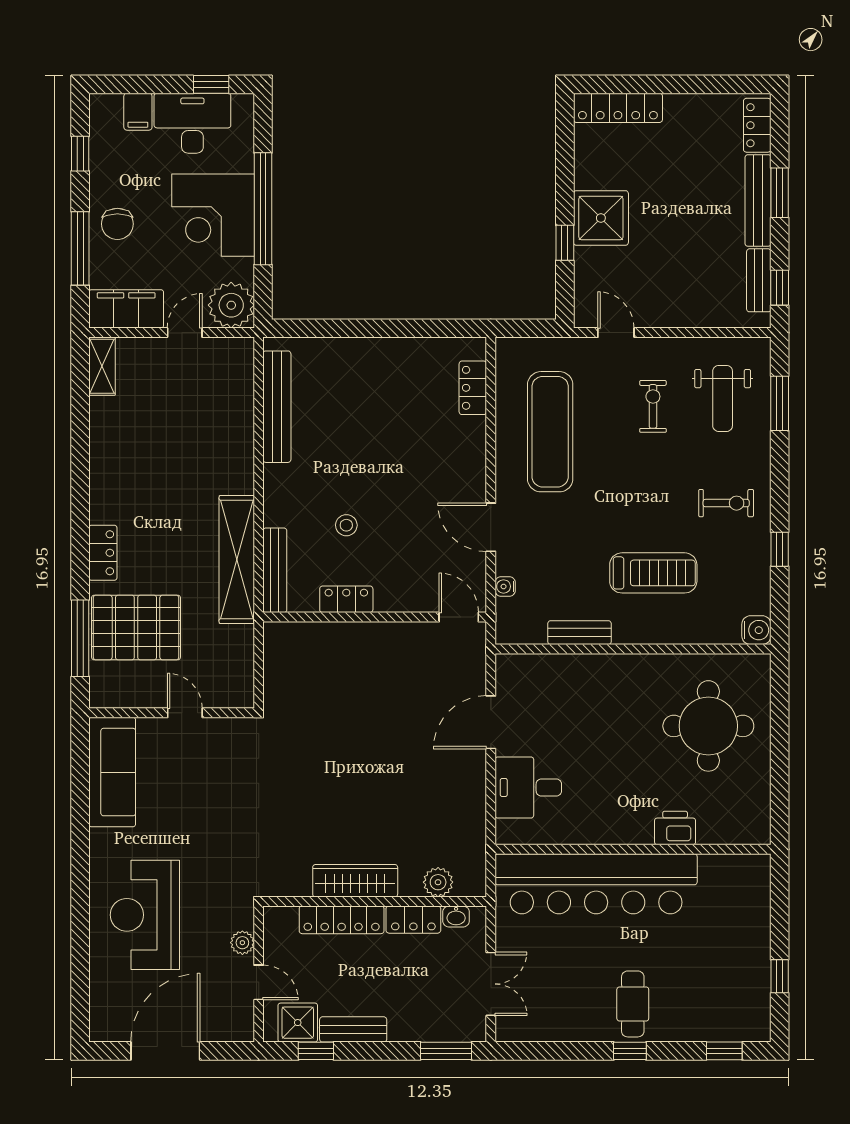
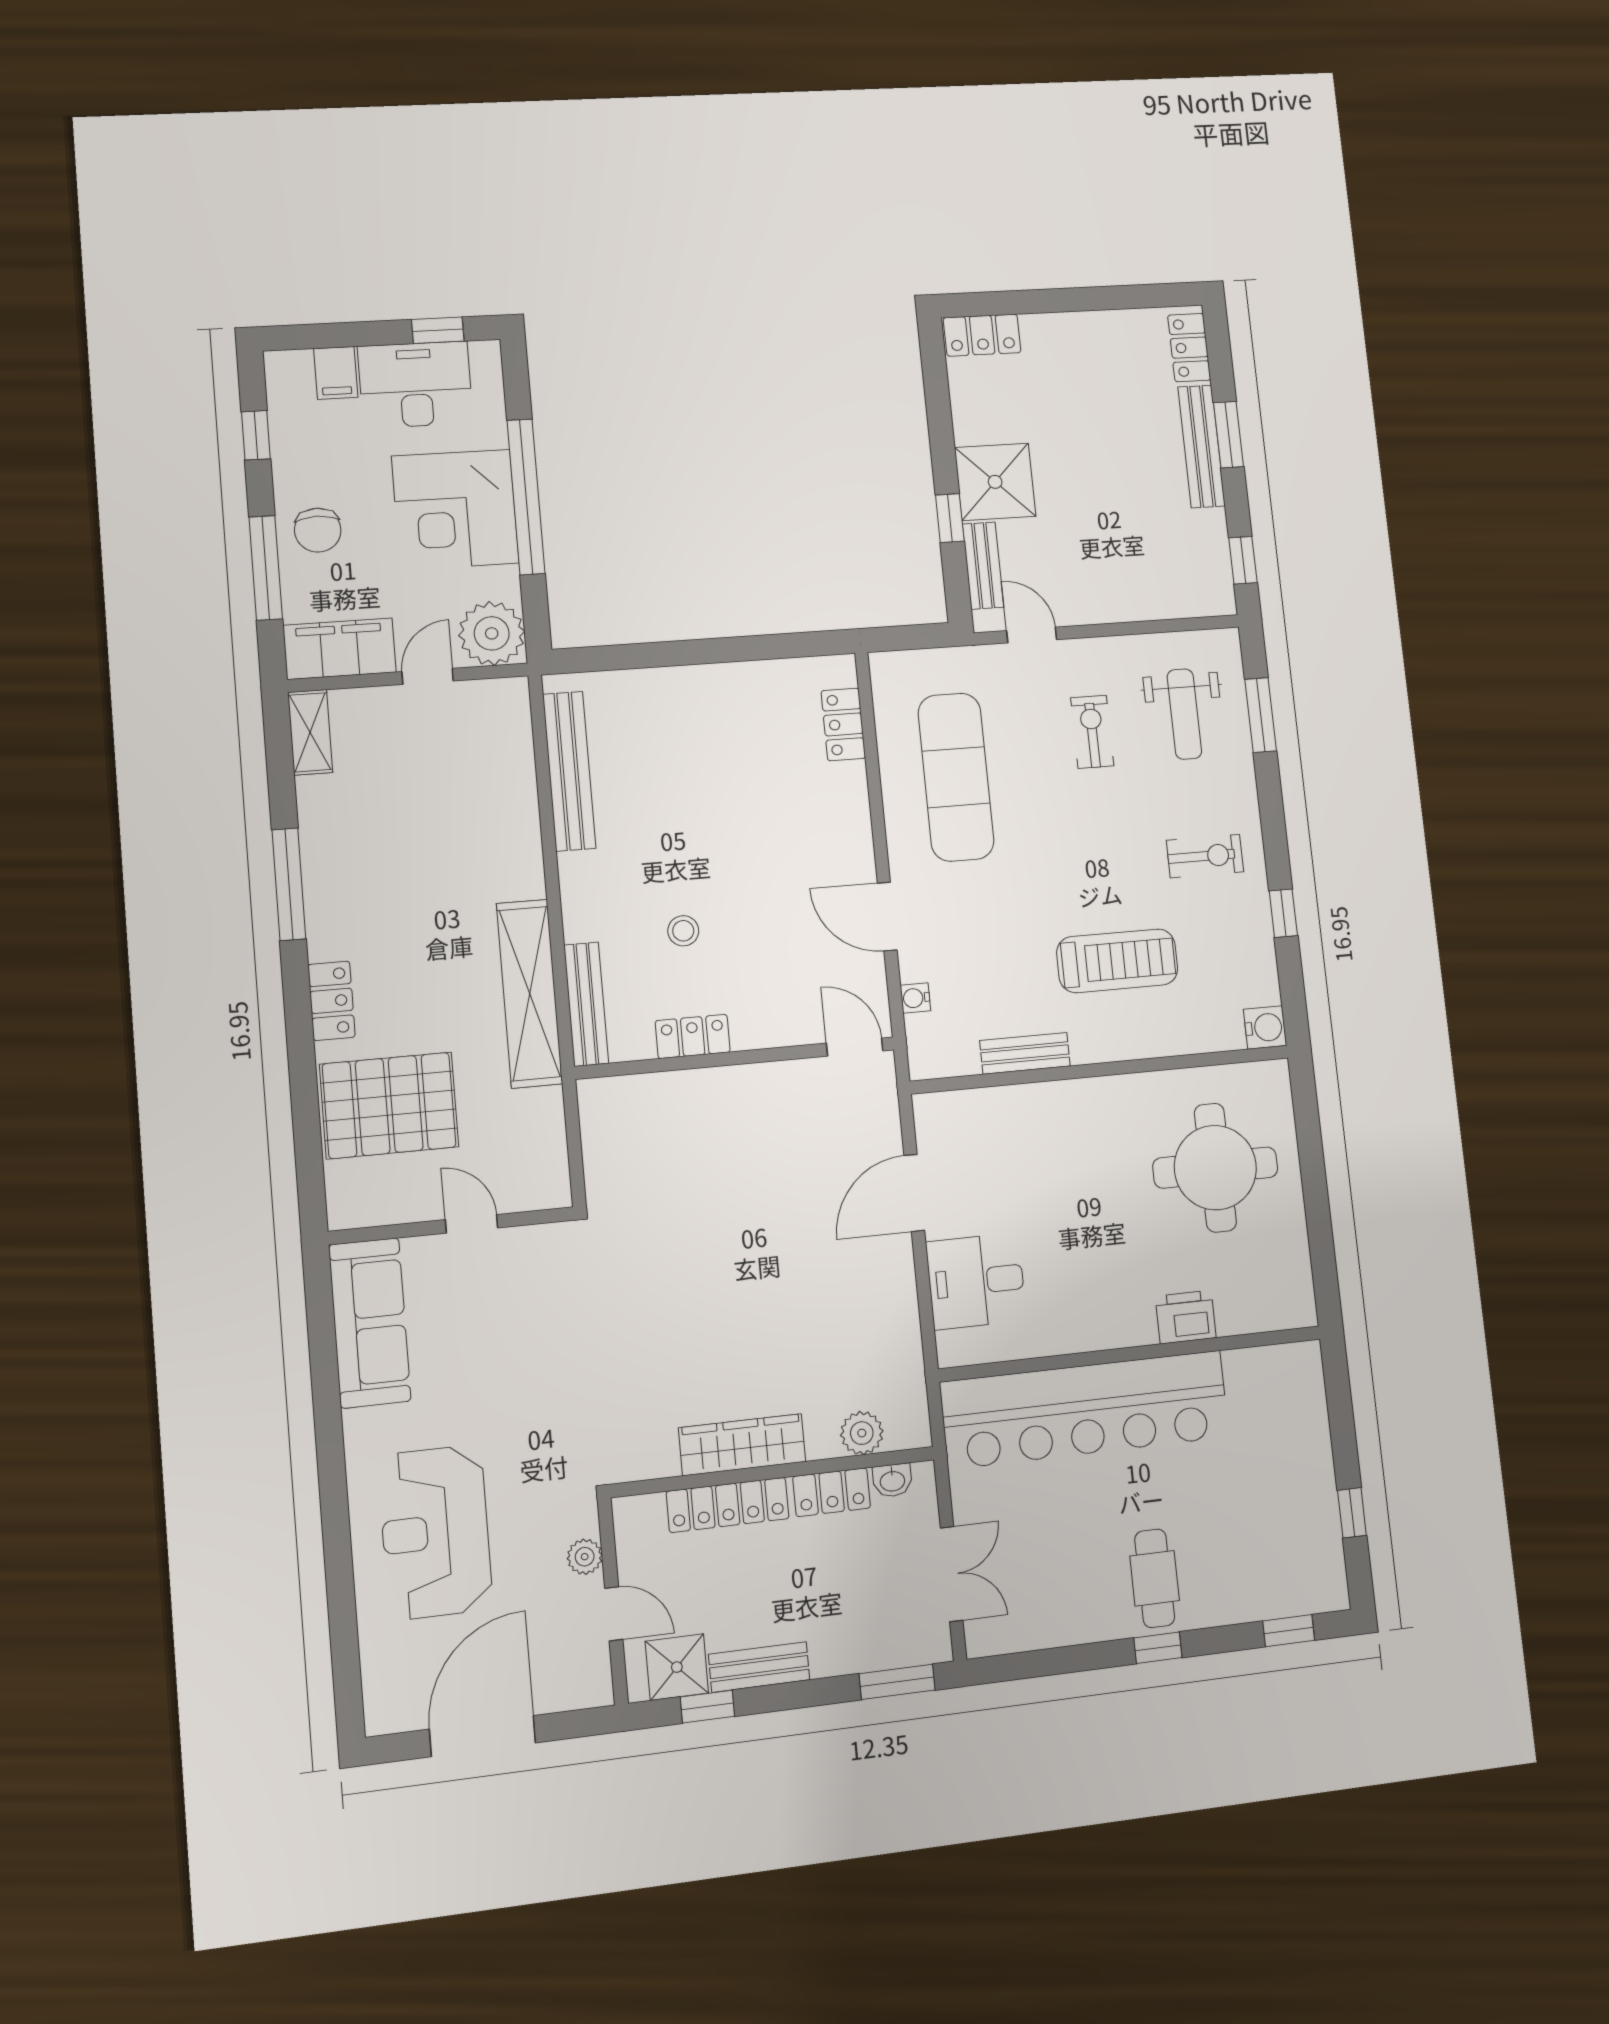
locker: (618, 108) -> (982, 335), width x0.66
bench: (759, 280) -> (983, 566), moved
window: (80, 638) -> (289, 884), moved

